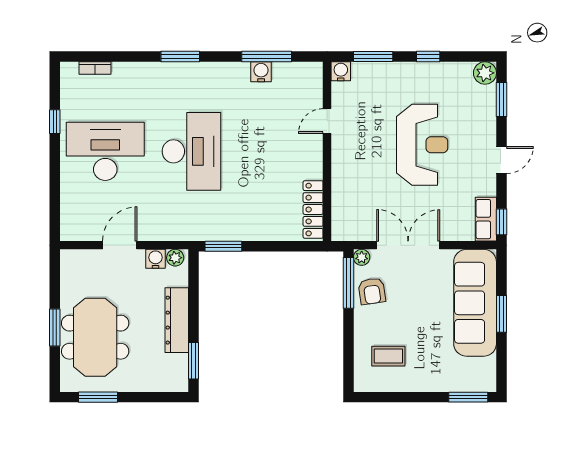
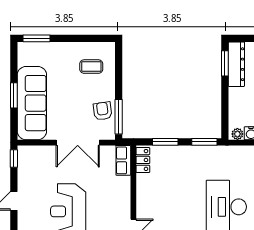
locker: (313, 209) -> (143, 160), width x0.66
row of seats: (486, 219) -> (123, 160), moved, turned 180
window: (281, 246) -> (165, 142), added
plant: (362, 257) -> (110, 134), removed
dresser: (177, 320) -> (236, 64), moved

